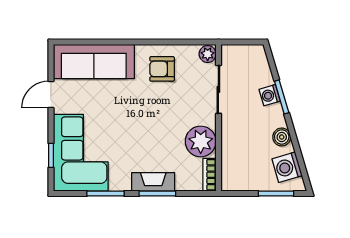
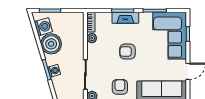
armchair: (162, 69) -> (120, 87), turned -90
armchair: (150, 127) -> (127, 52), added
boiler: (282, 137) -> (51, 44), width x1.86, depth x1.86
plant: (201, 141) -> (92, 38), width x0.53, depth x0.53

